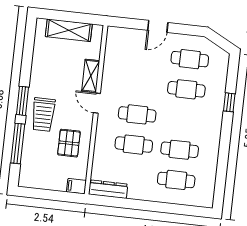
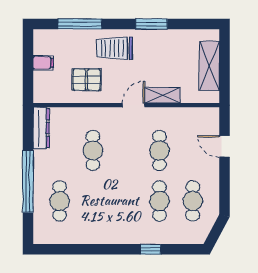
door: (158, 26) -> (224, 146), moved
window: (22, 101) -> (151, 24), moved
cafe table: (137, 114) -> (159, 150), moved
cafe table: (180, 150) -> (93, 201), removed
filing cabinet: (76, 186) -> (43, 63), moved, turned 90
window: (155, 207) -> (28, 181), added

